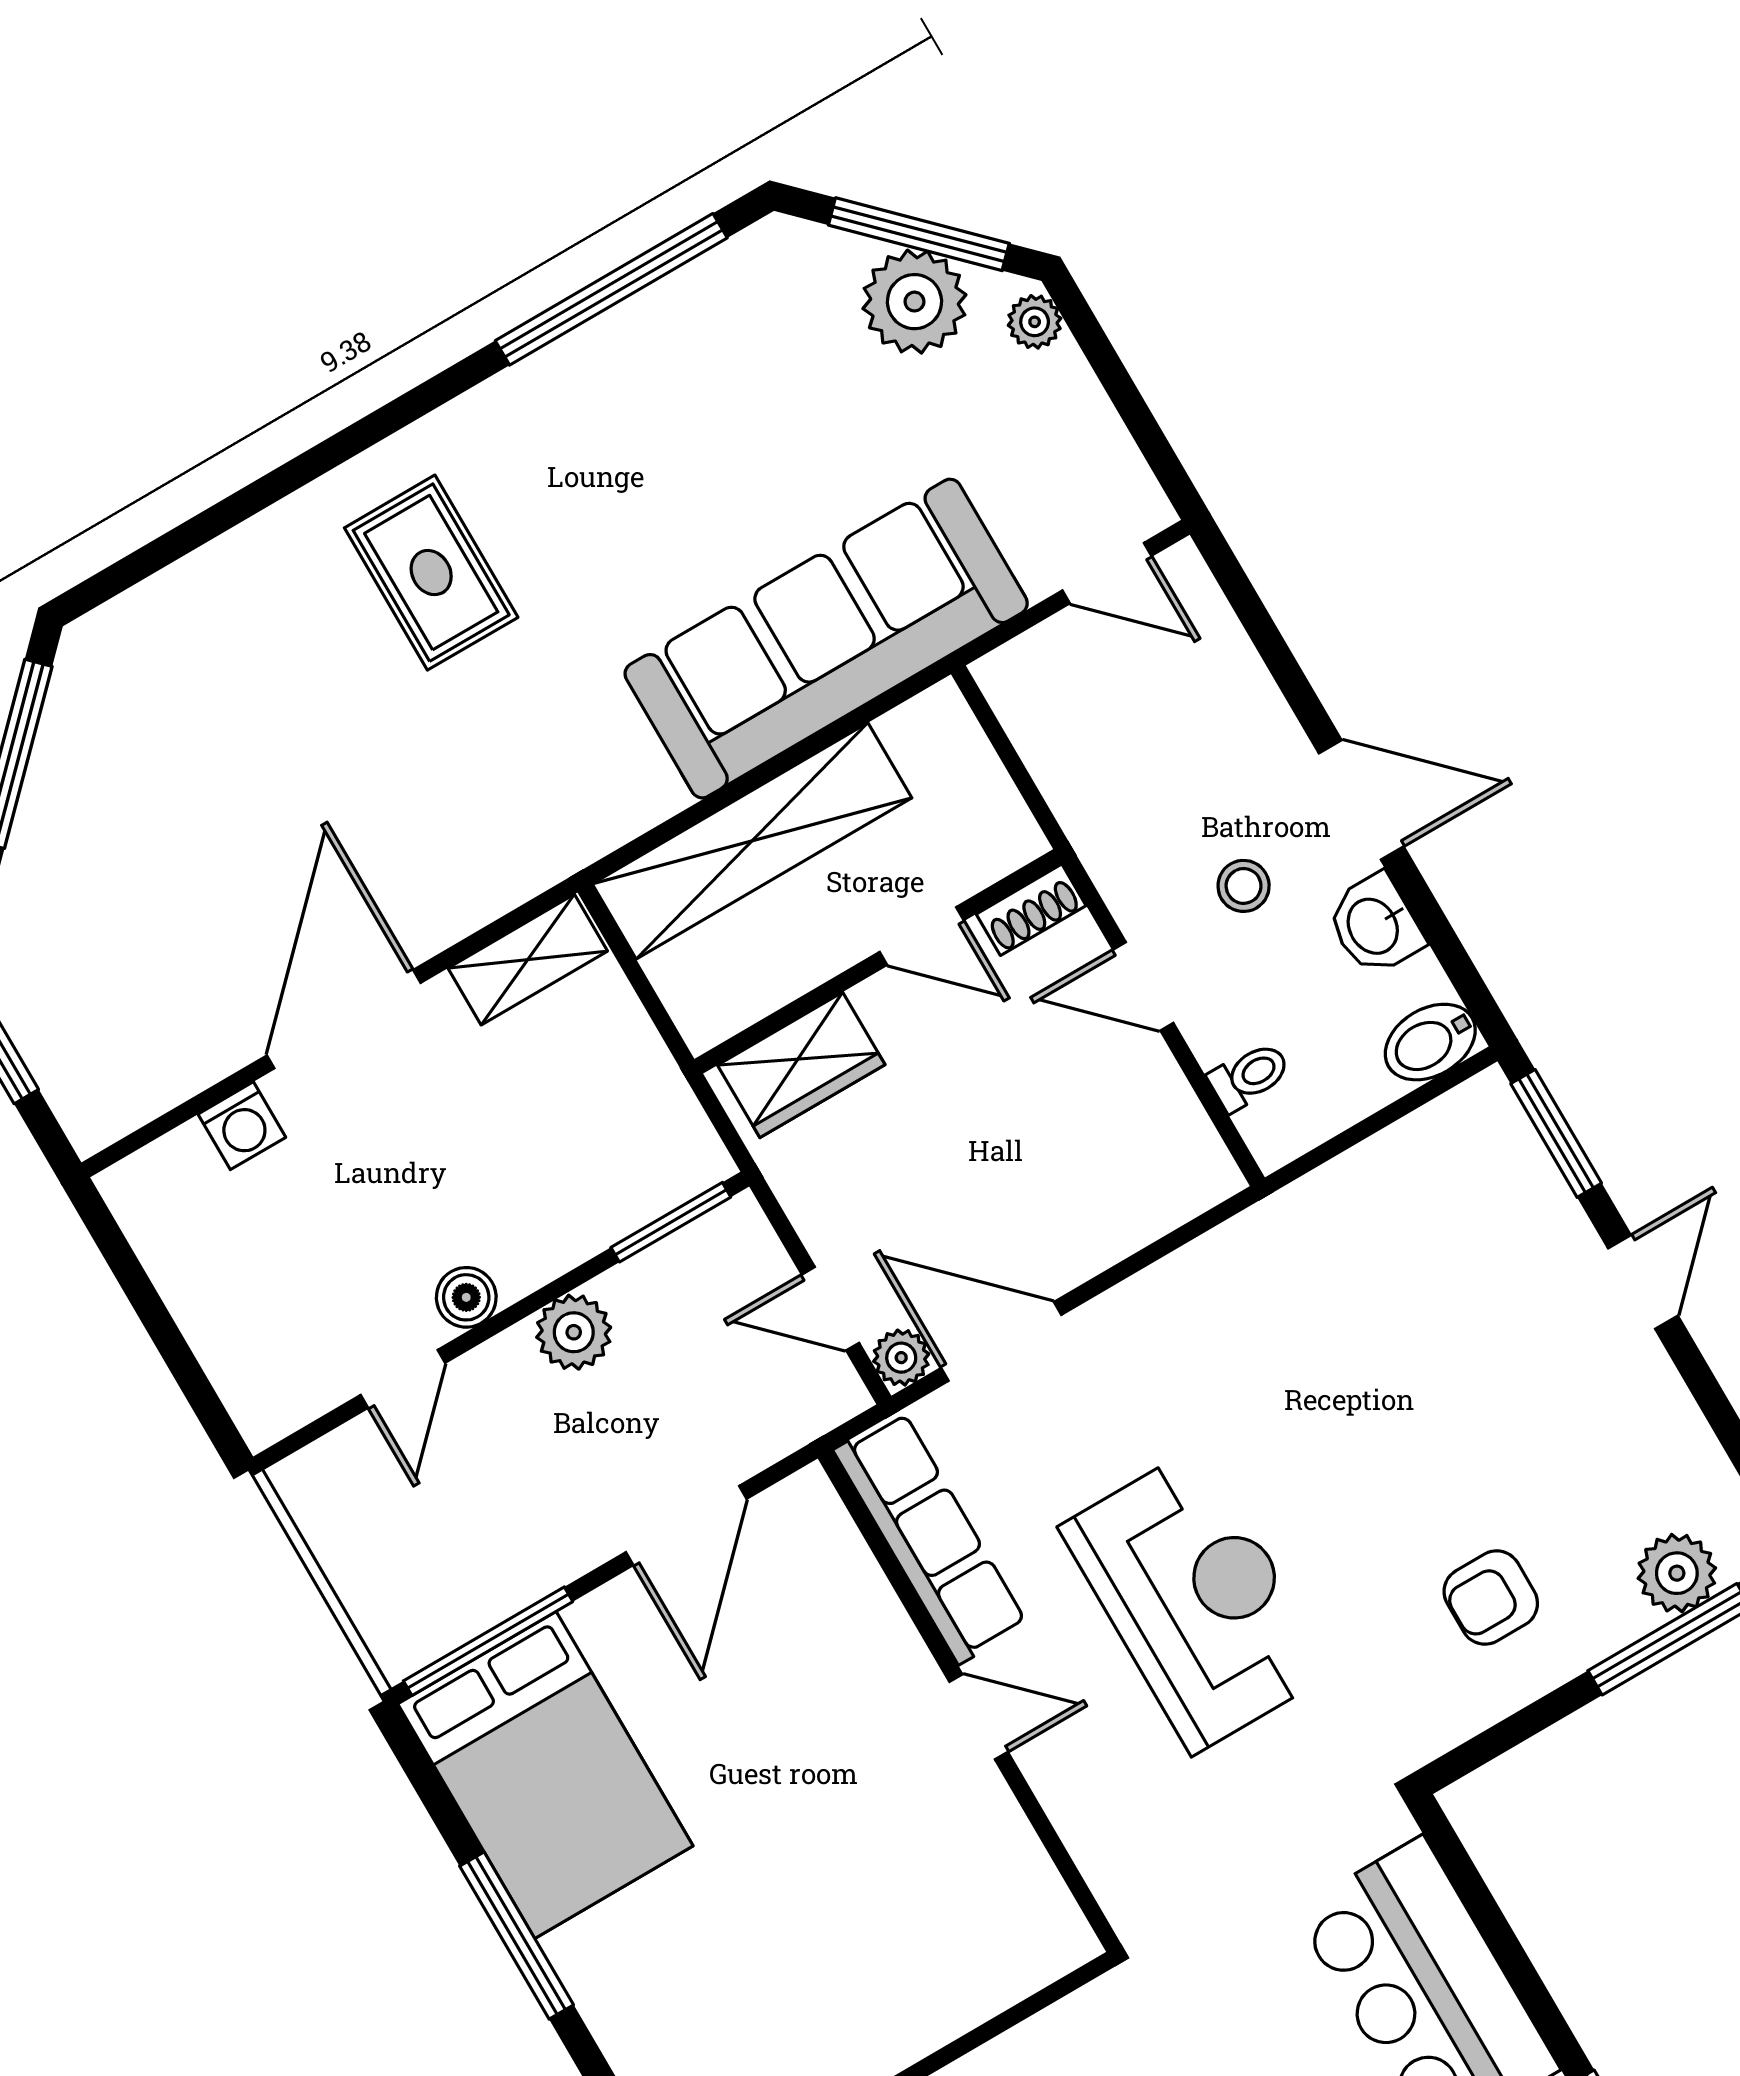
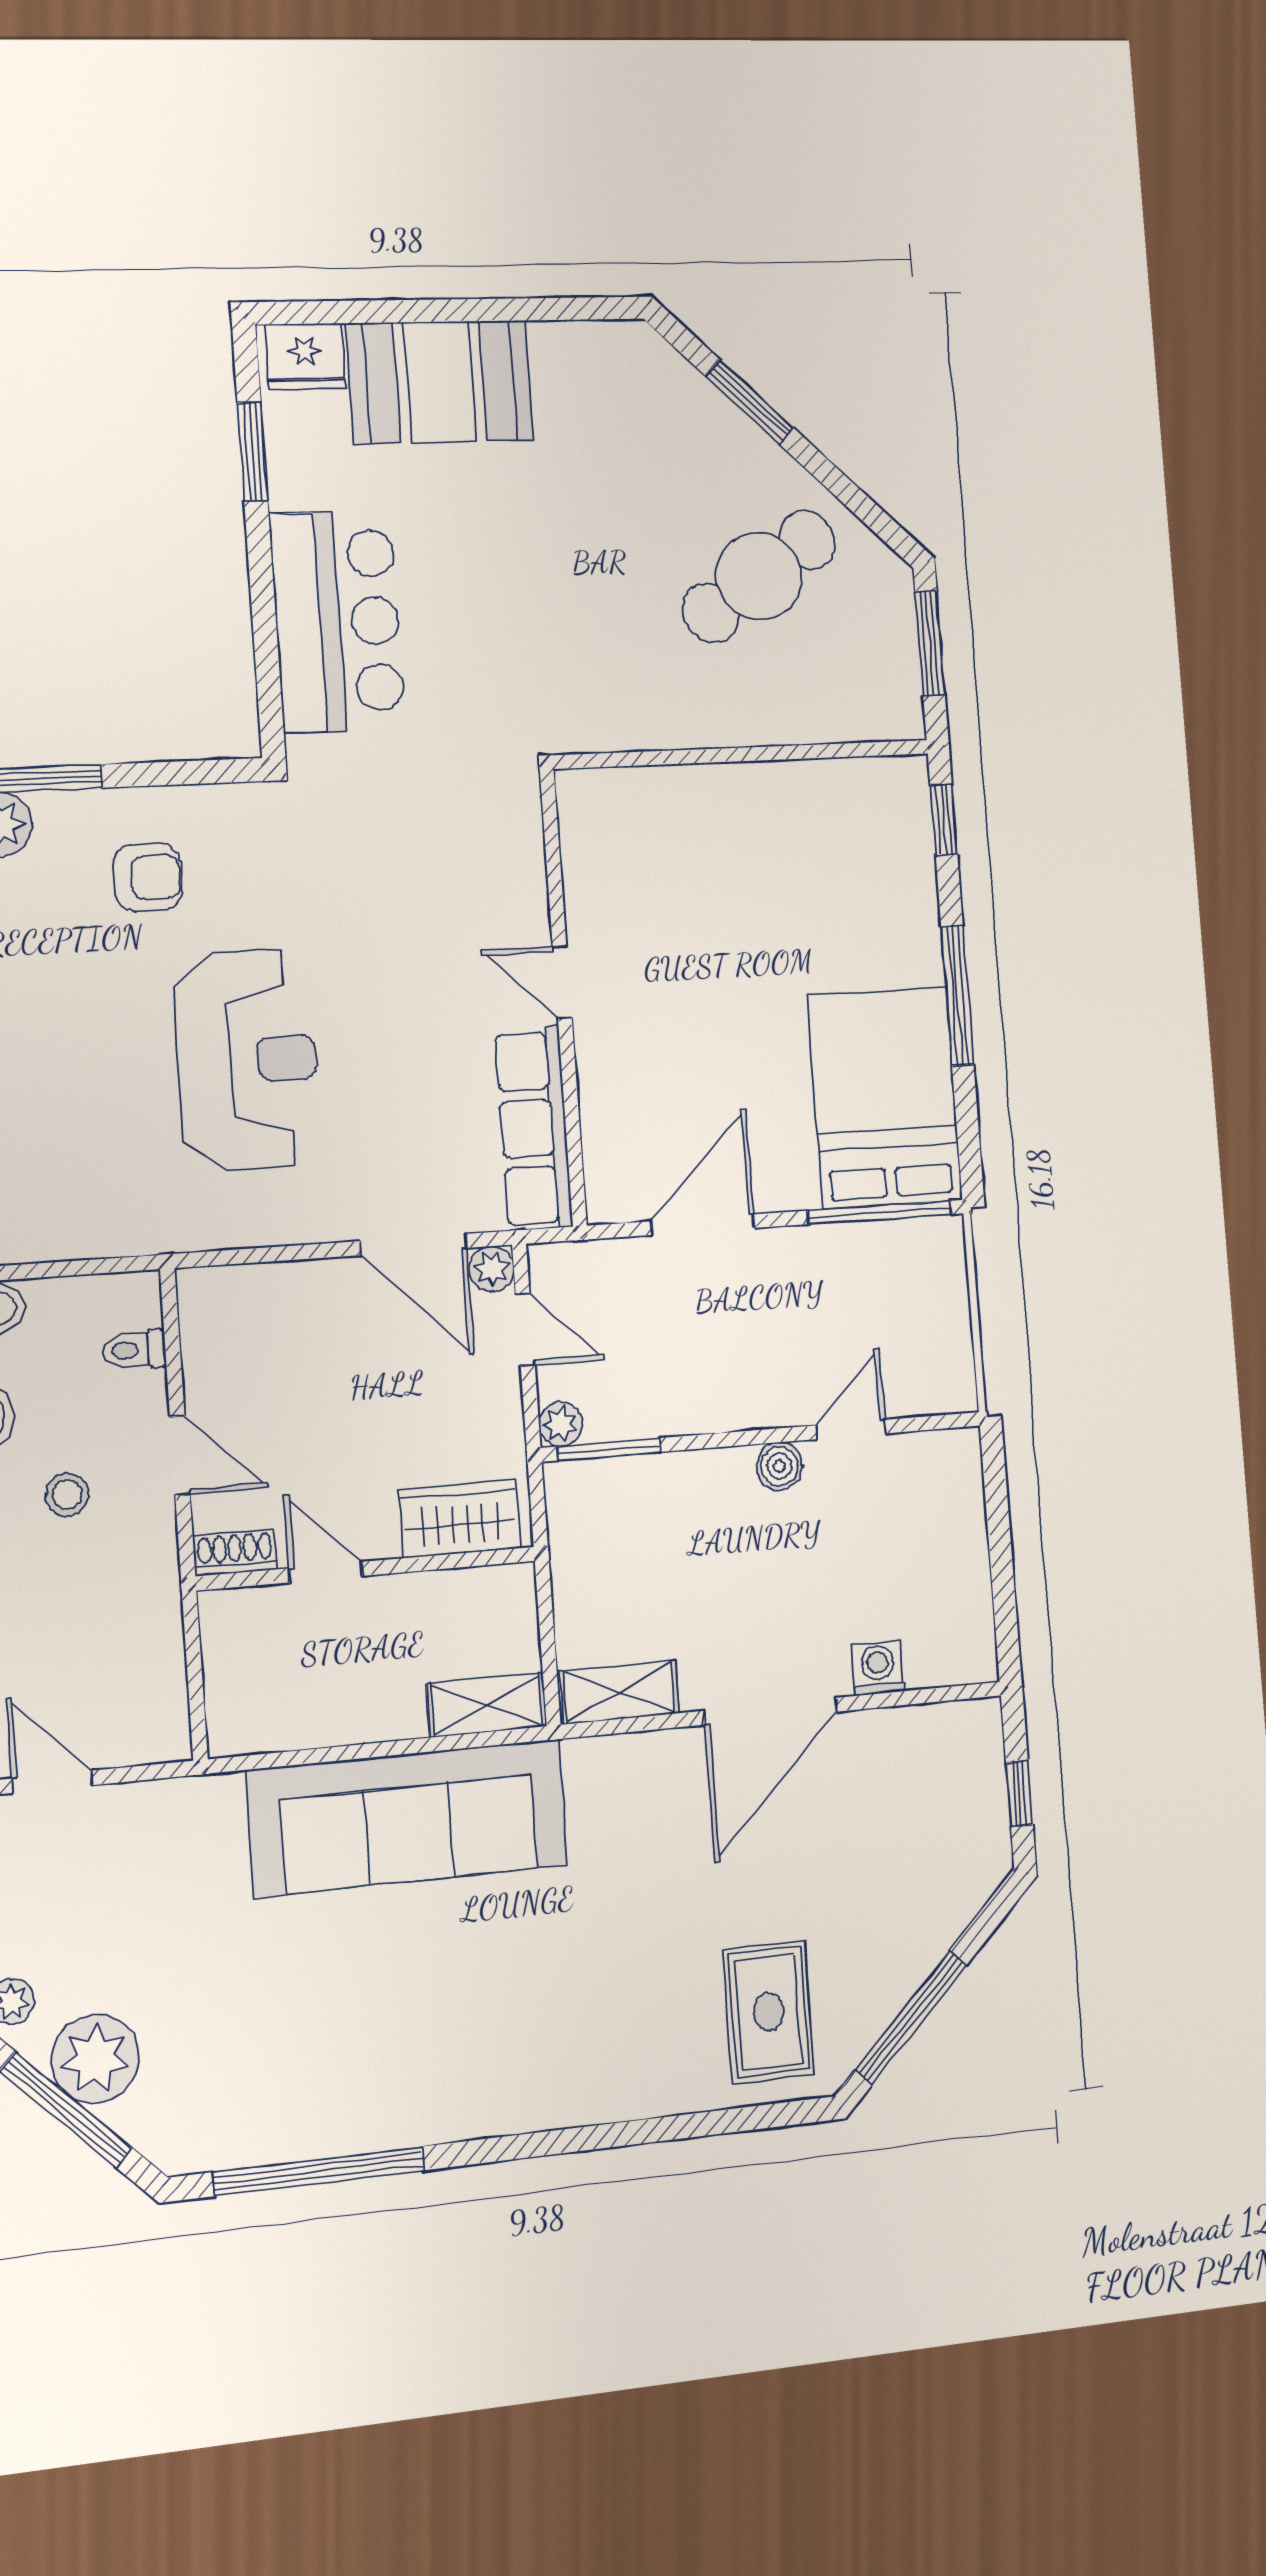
rug: (431, 573) -> (769, 2012), moved
sofa: (826, 639) -> (408, 1818), moved
shelving: (752, 841) -> (487, 1705), width x0.45, depth x0.75
plant: (574, 1332) -> (561, 1424), moved, width x0.73, depth x0.73
reception desk: (1196, 1600) -> (247, 1060), moved, turned 180

